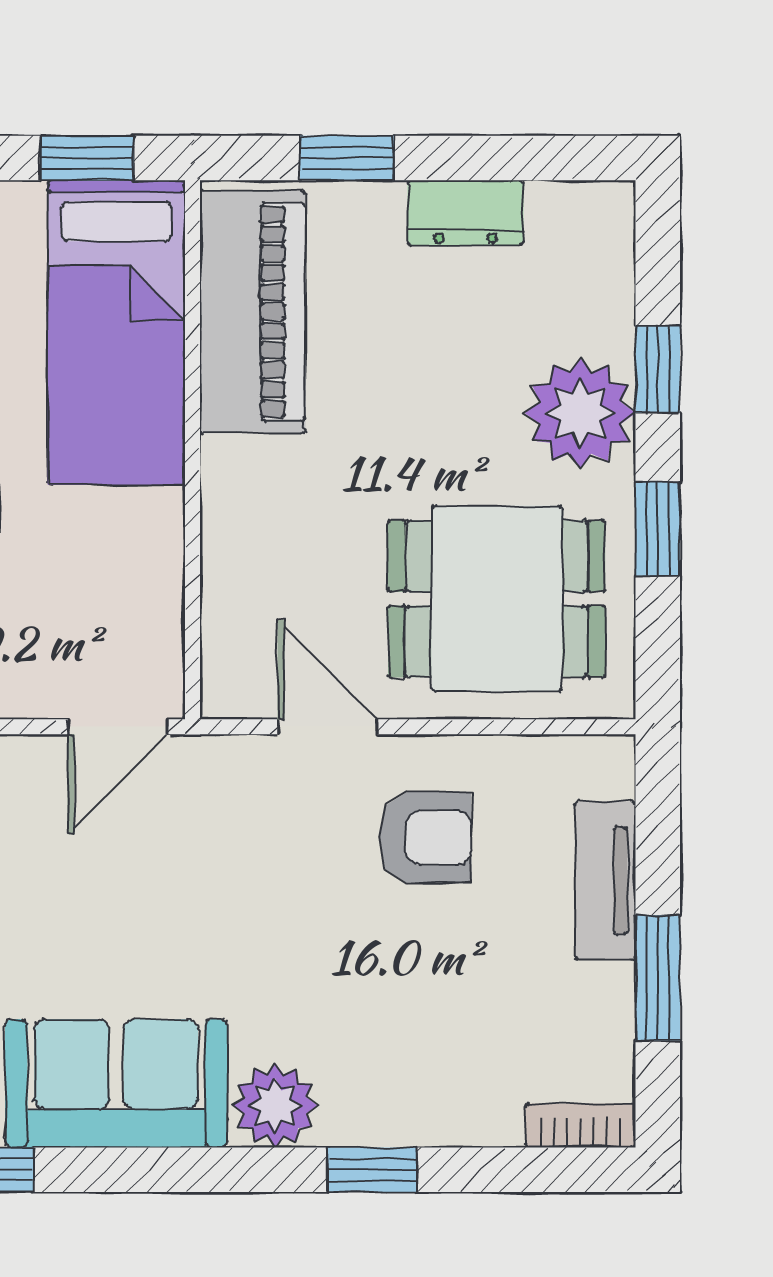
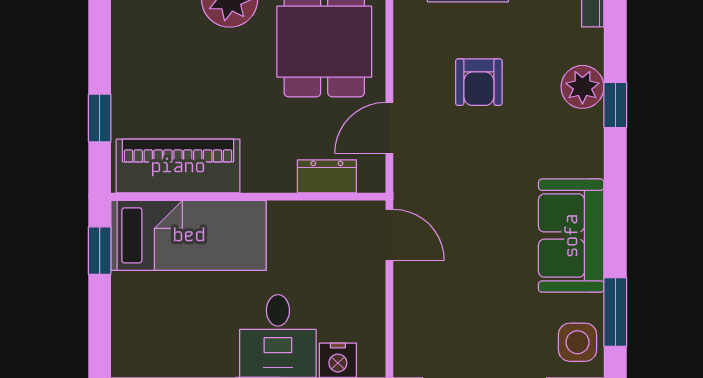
dresser: (466, 213) -> (327, 176), moved, turned -90
armchair: (426, 838) -> (479, 82), moved, turned 180
plant: (275, 1105) -> (582, 87), moved

